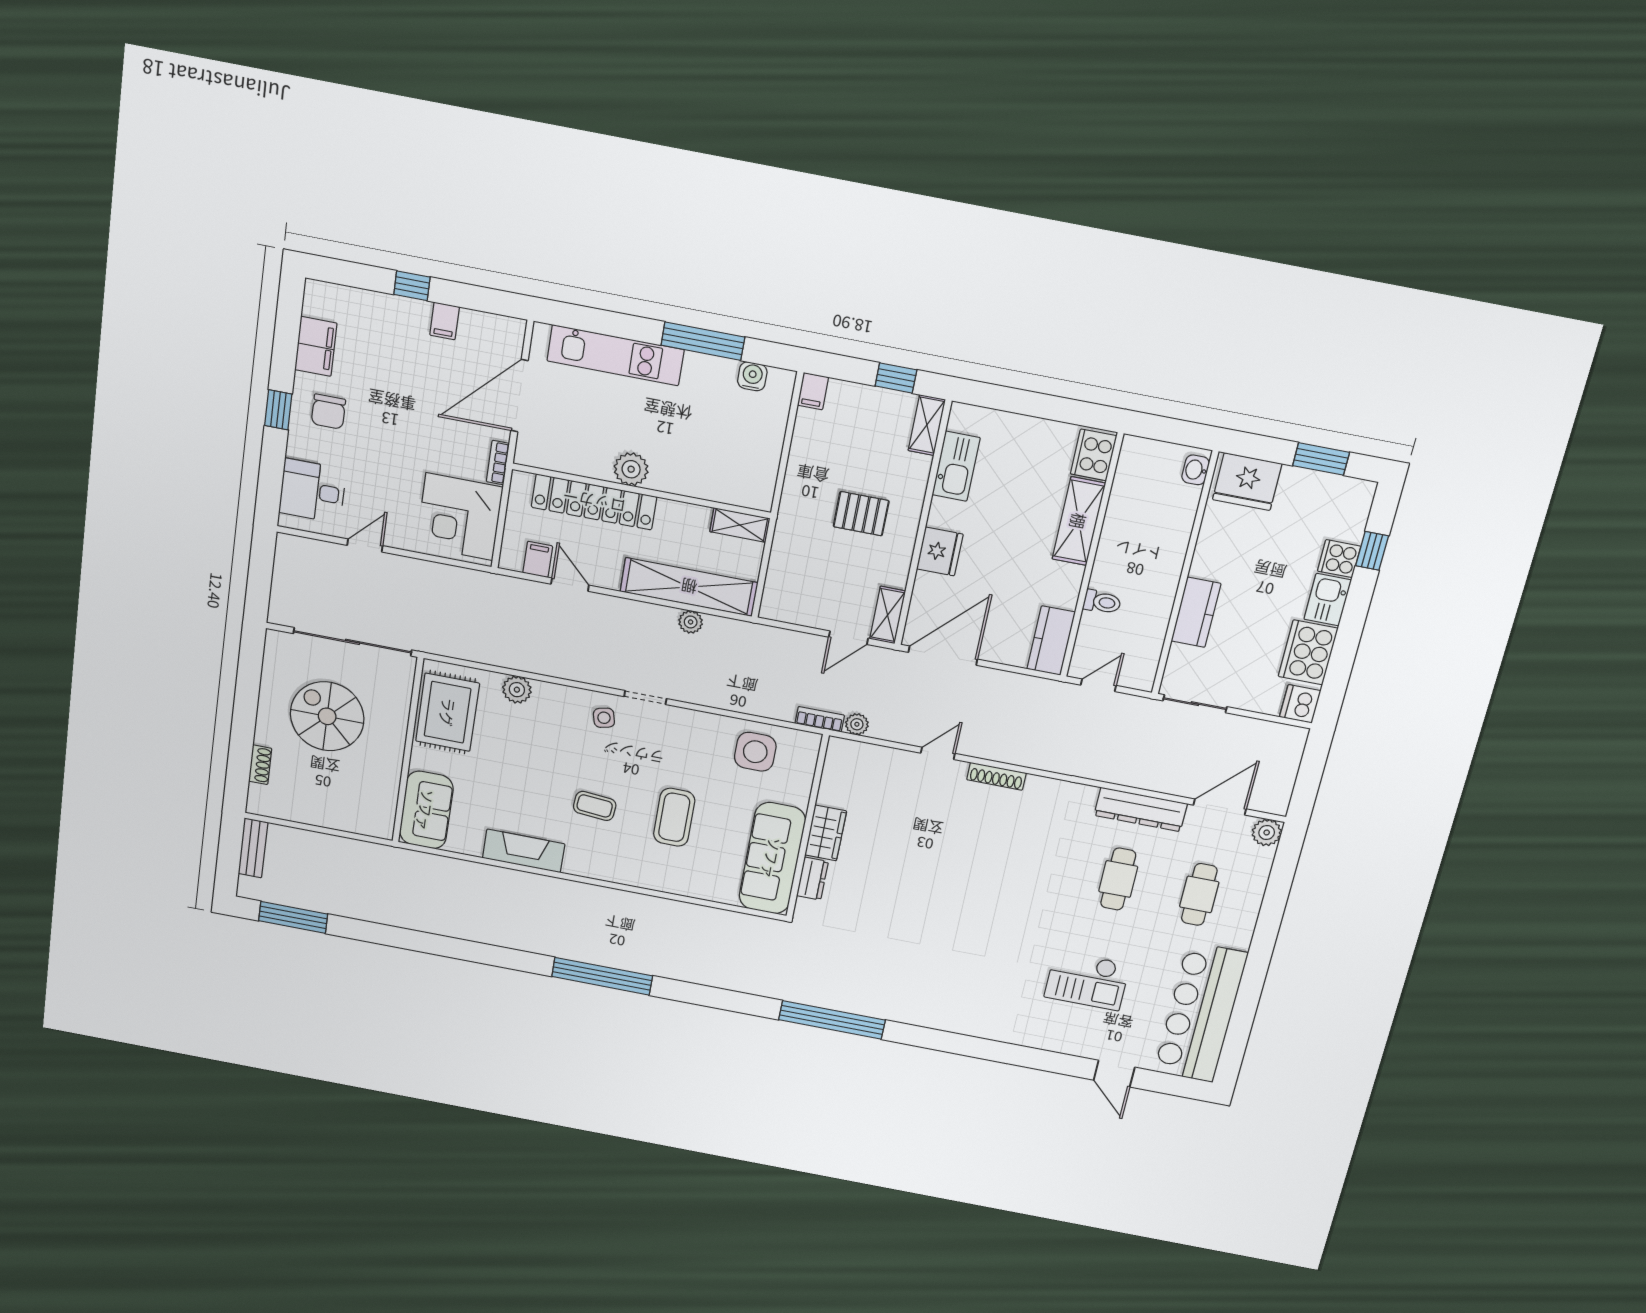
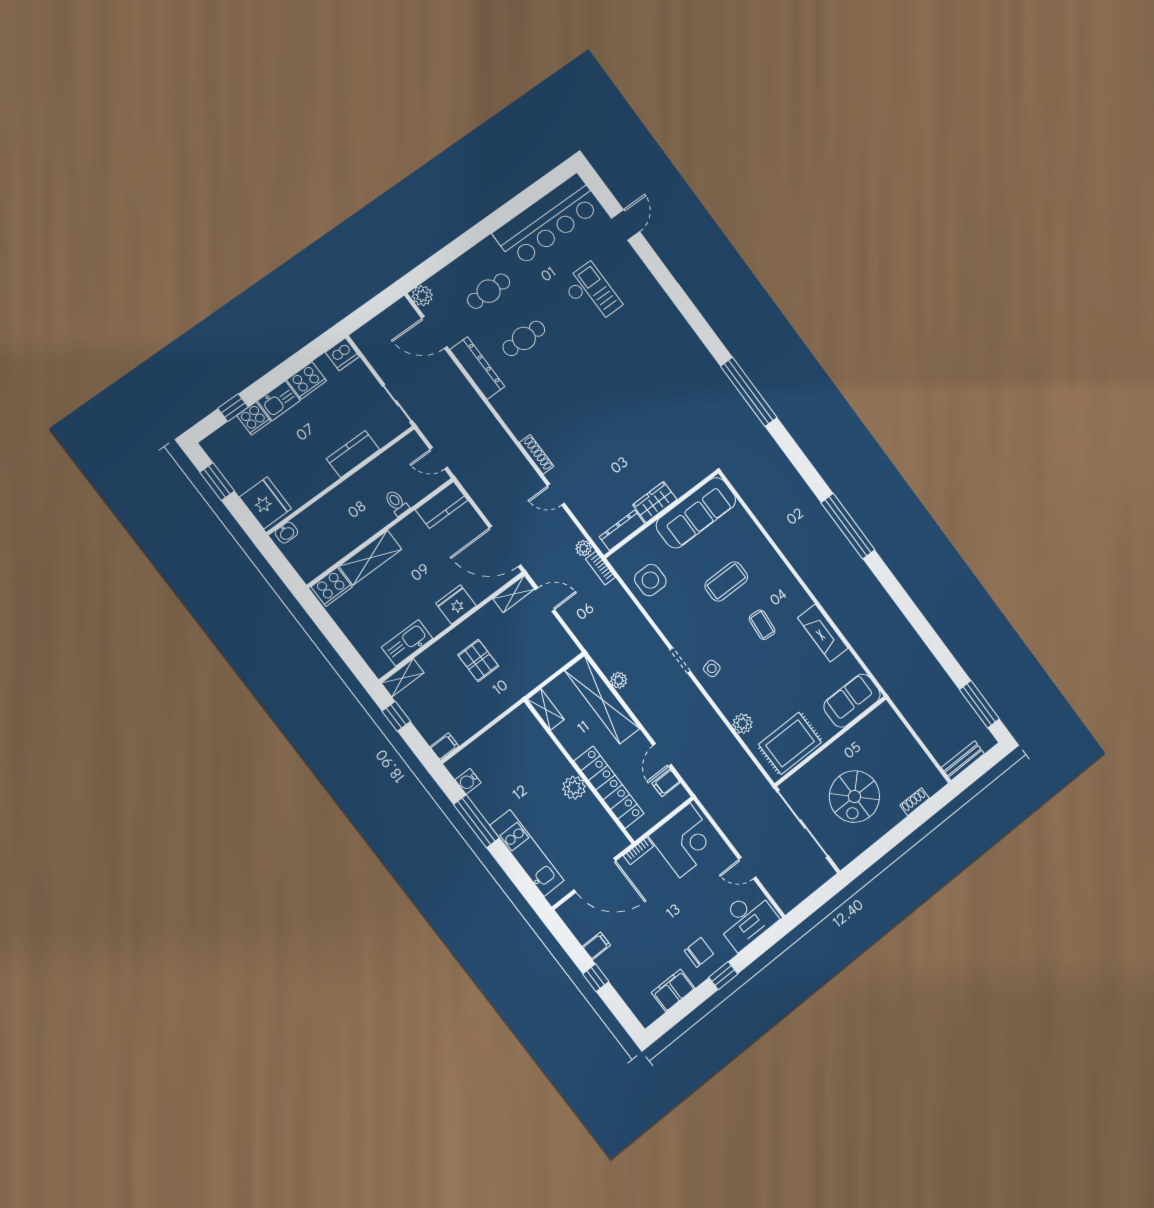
desk: (312, 491) -> (747, 920), width x1.37
cooker: (1308, 652) -> (307, 380), width x0.73, depth x0.76
dresser: (812, 879) -> (622, 530), moved, width x1.44

